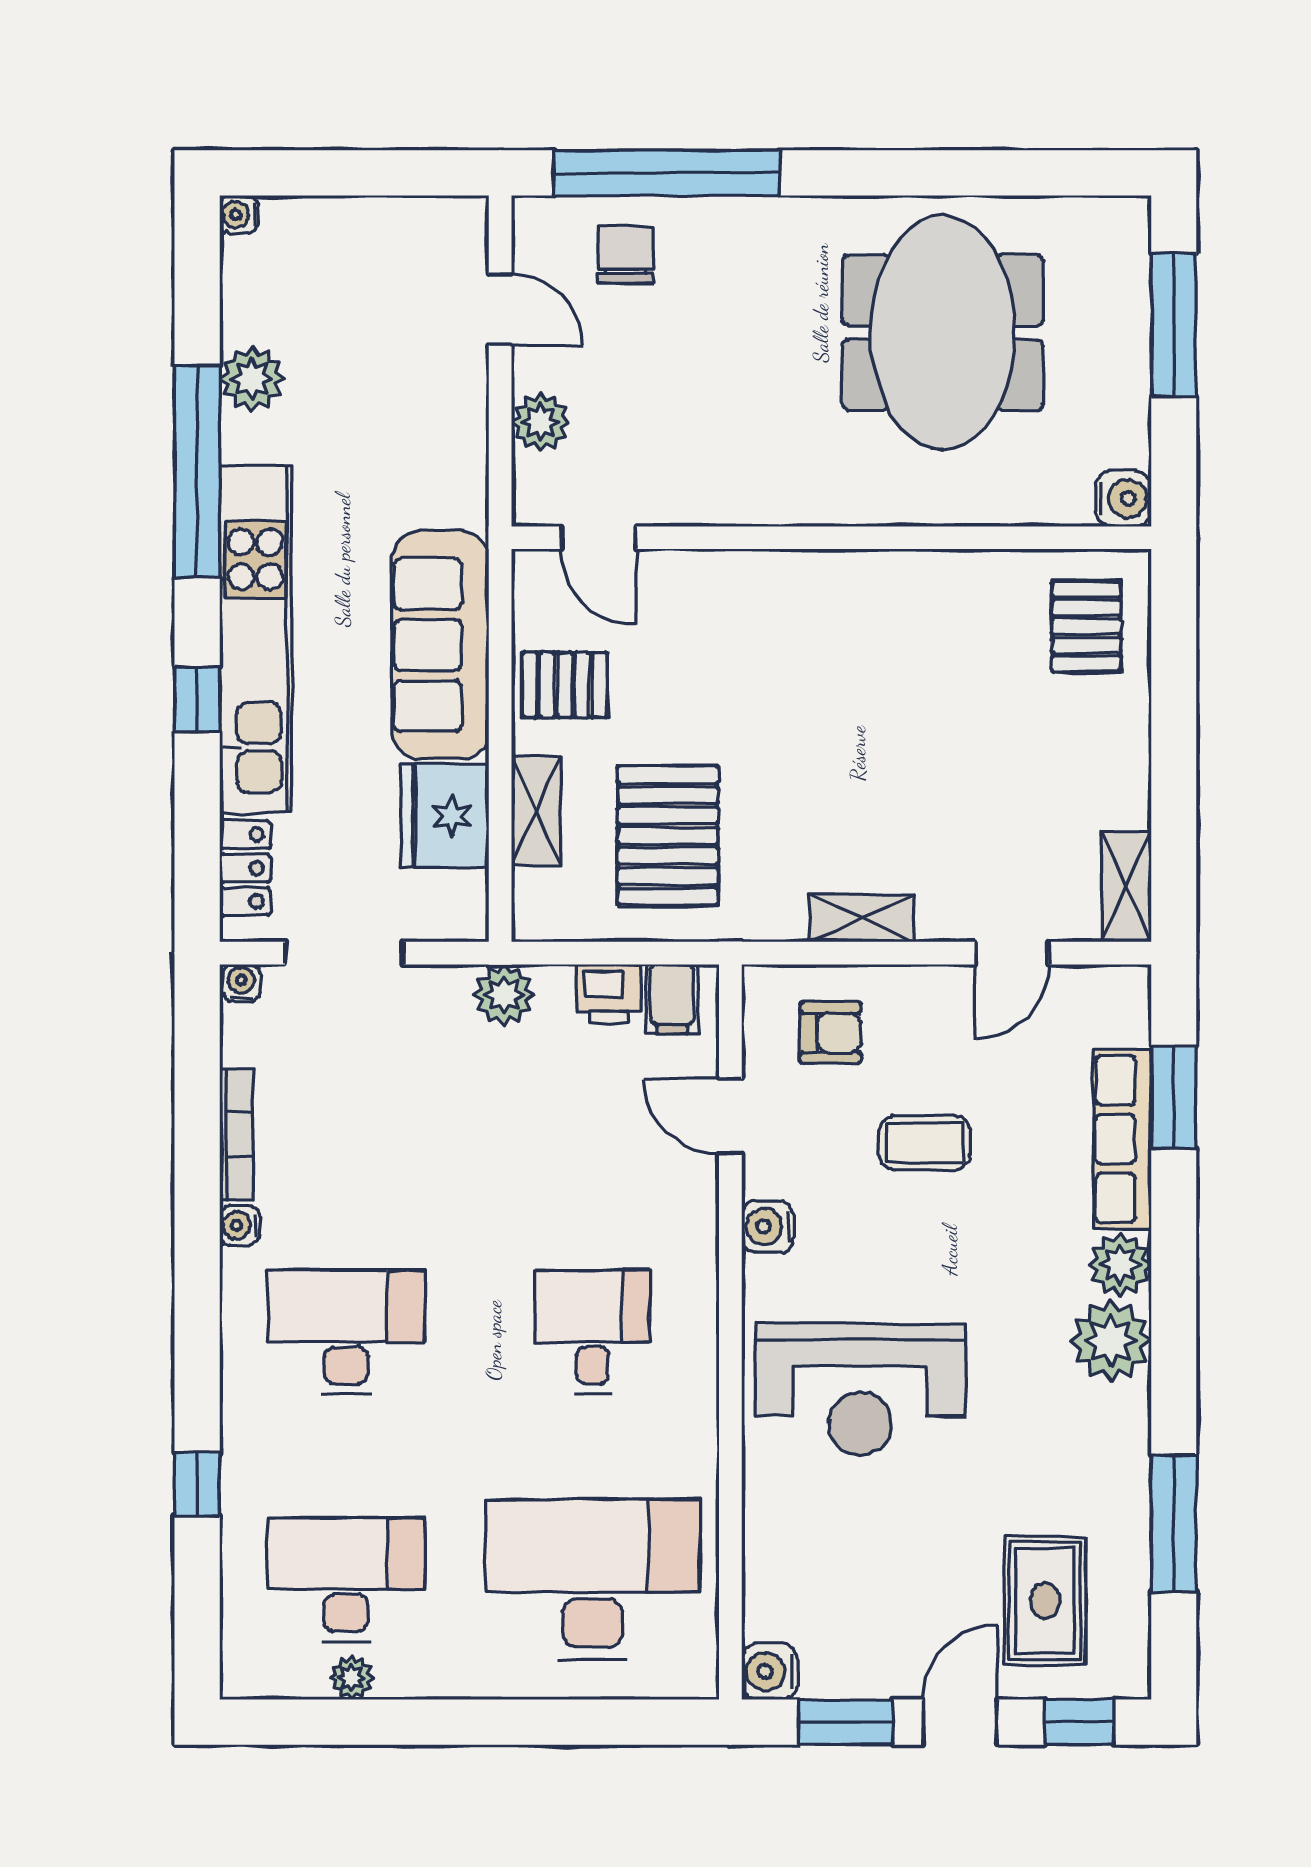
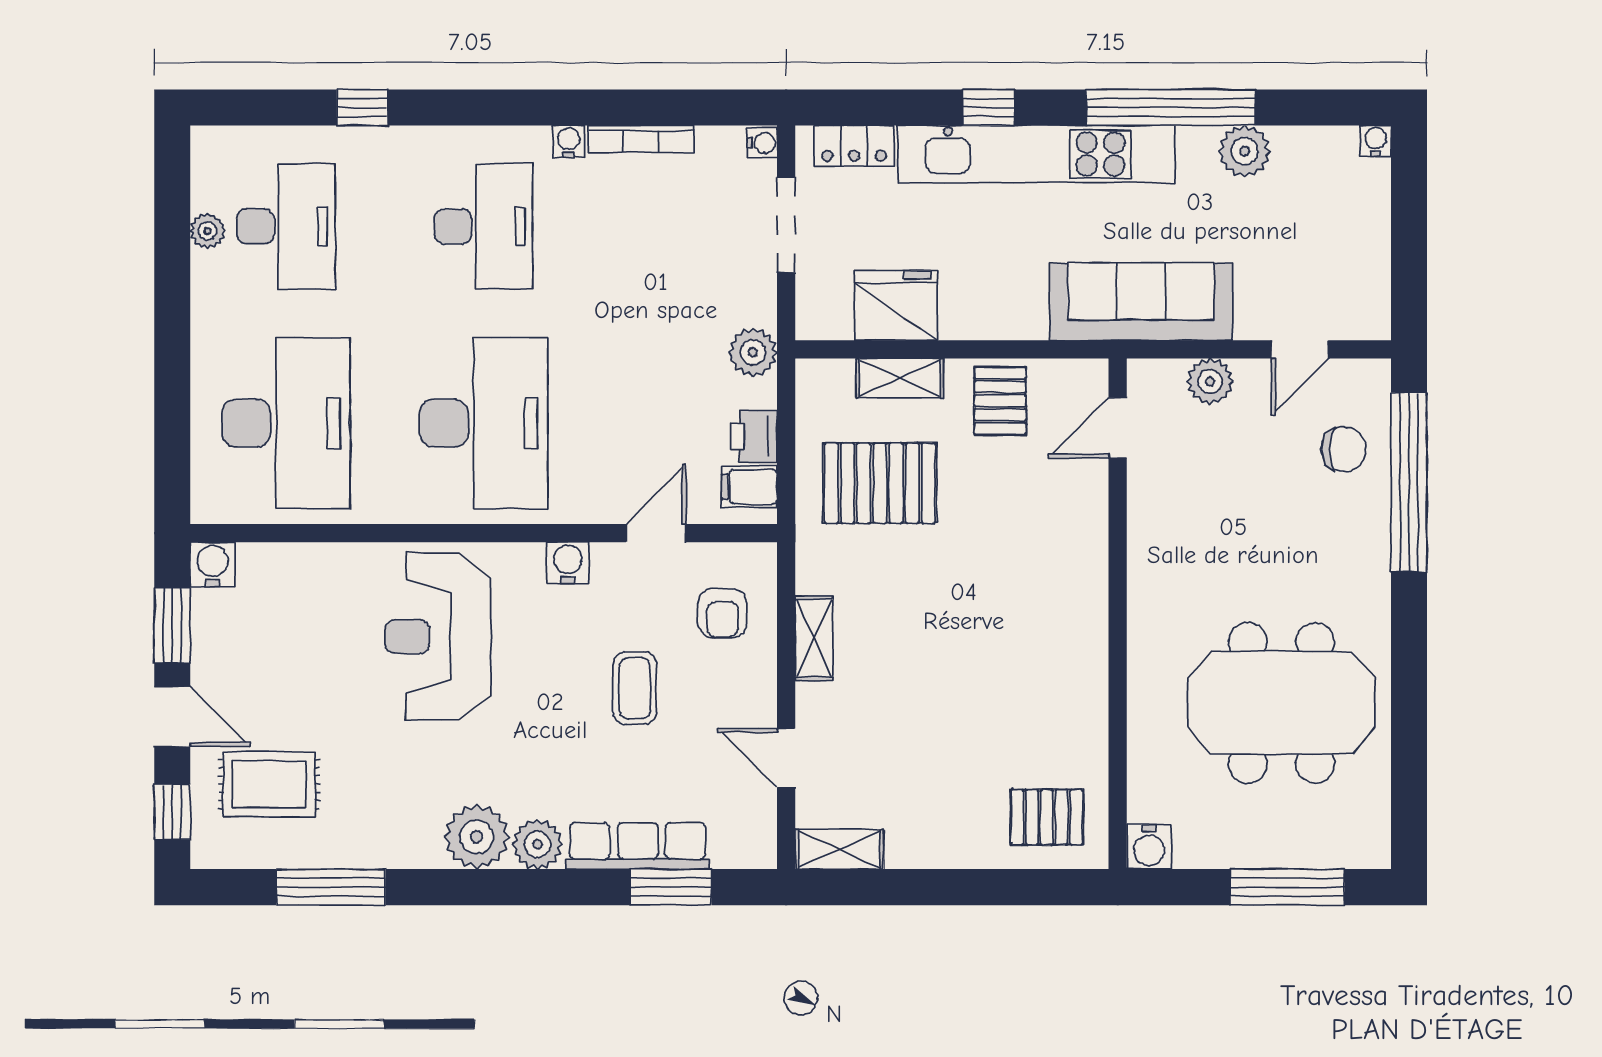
sofa: (440, 645) -> (1141, 302), moved
desk: (593, 1332) -> (484, 423), width x1.87, depth x1.30

